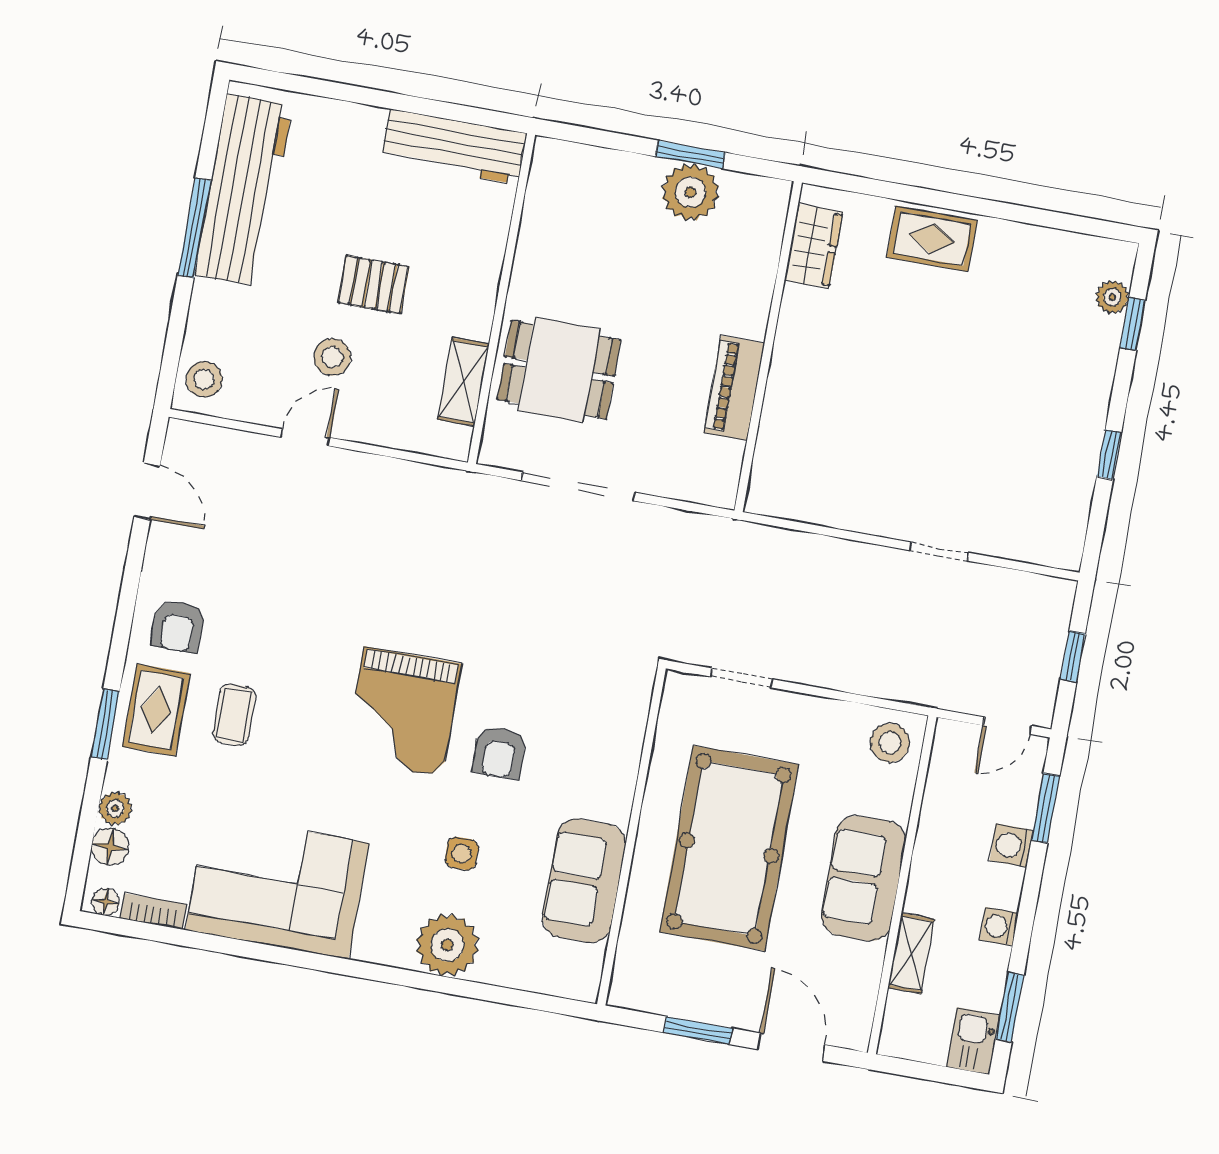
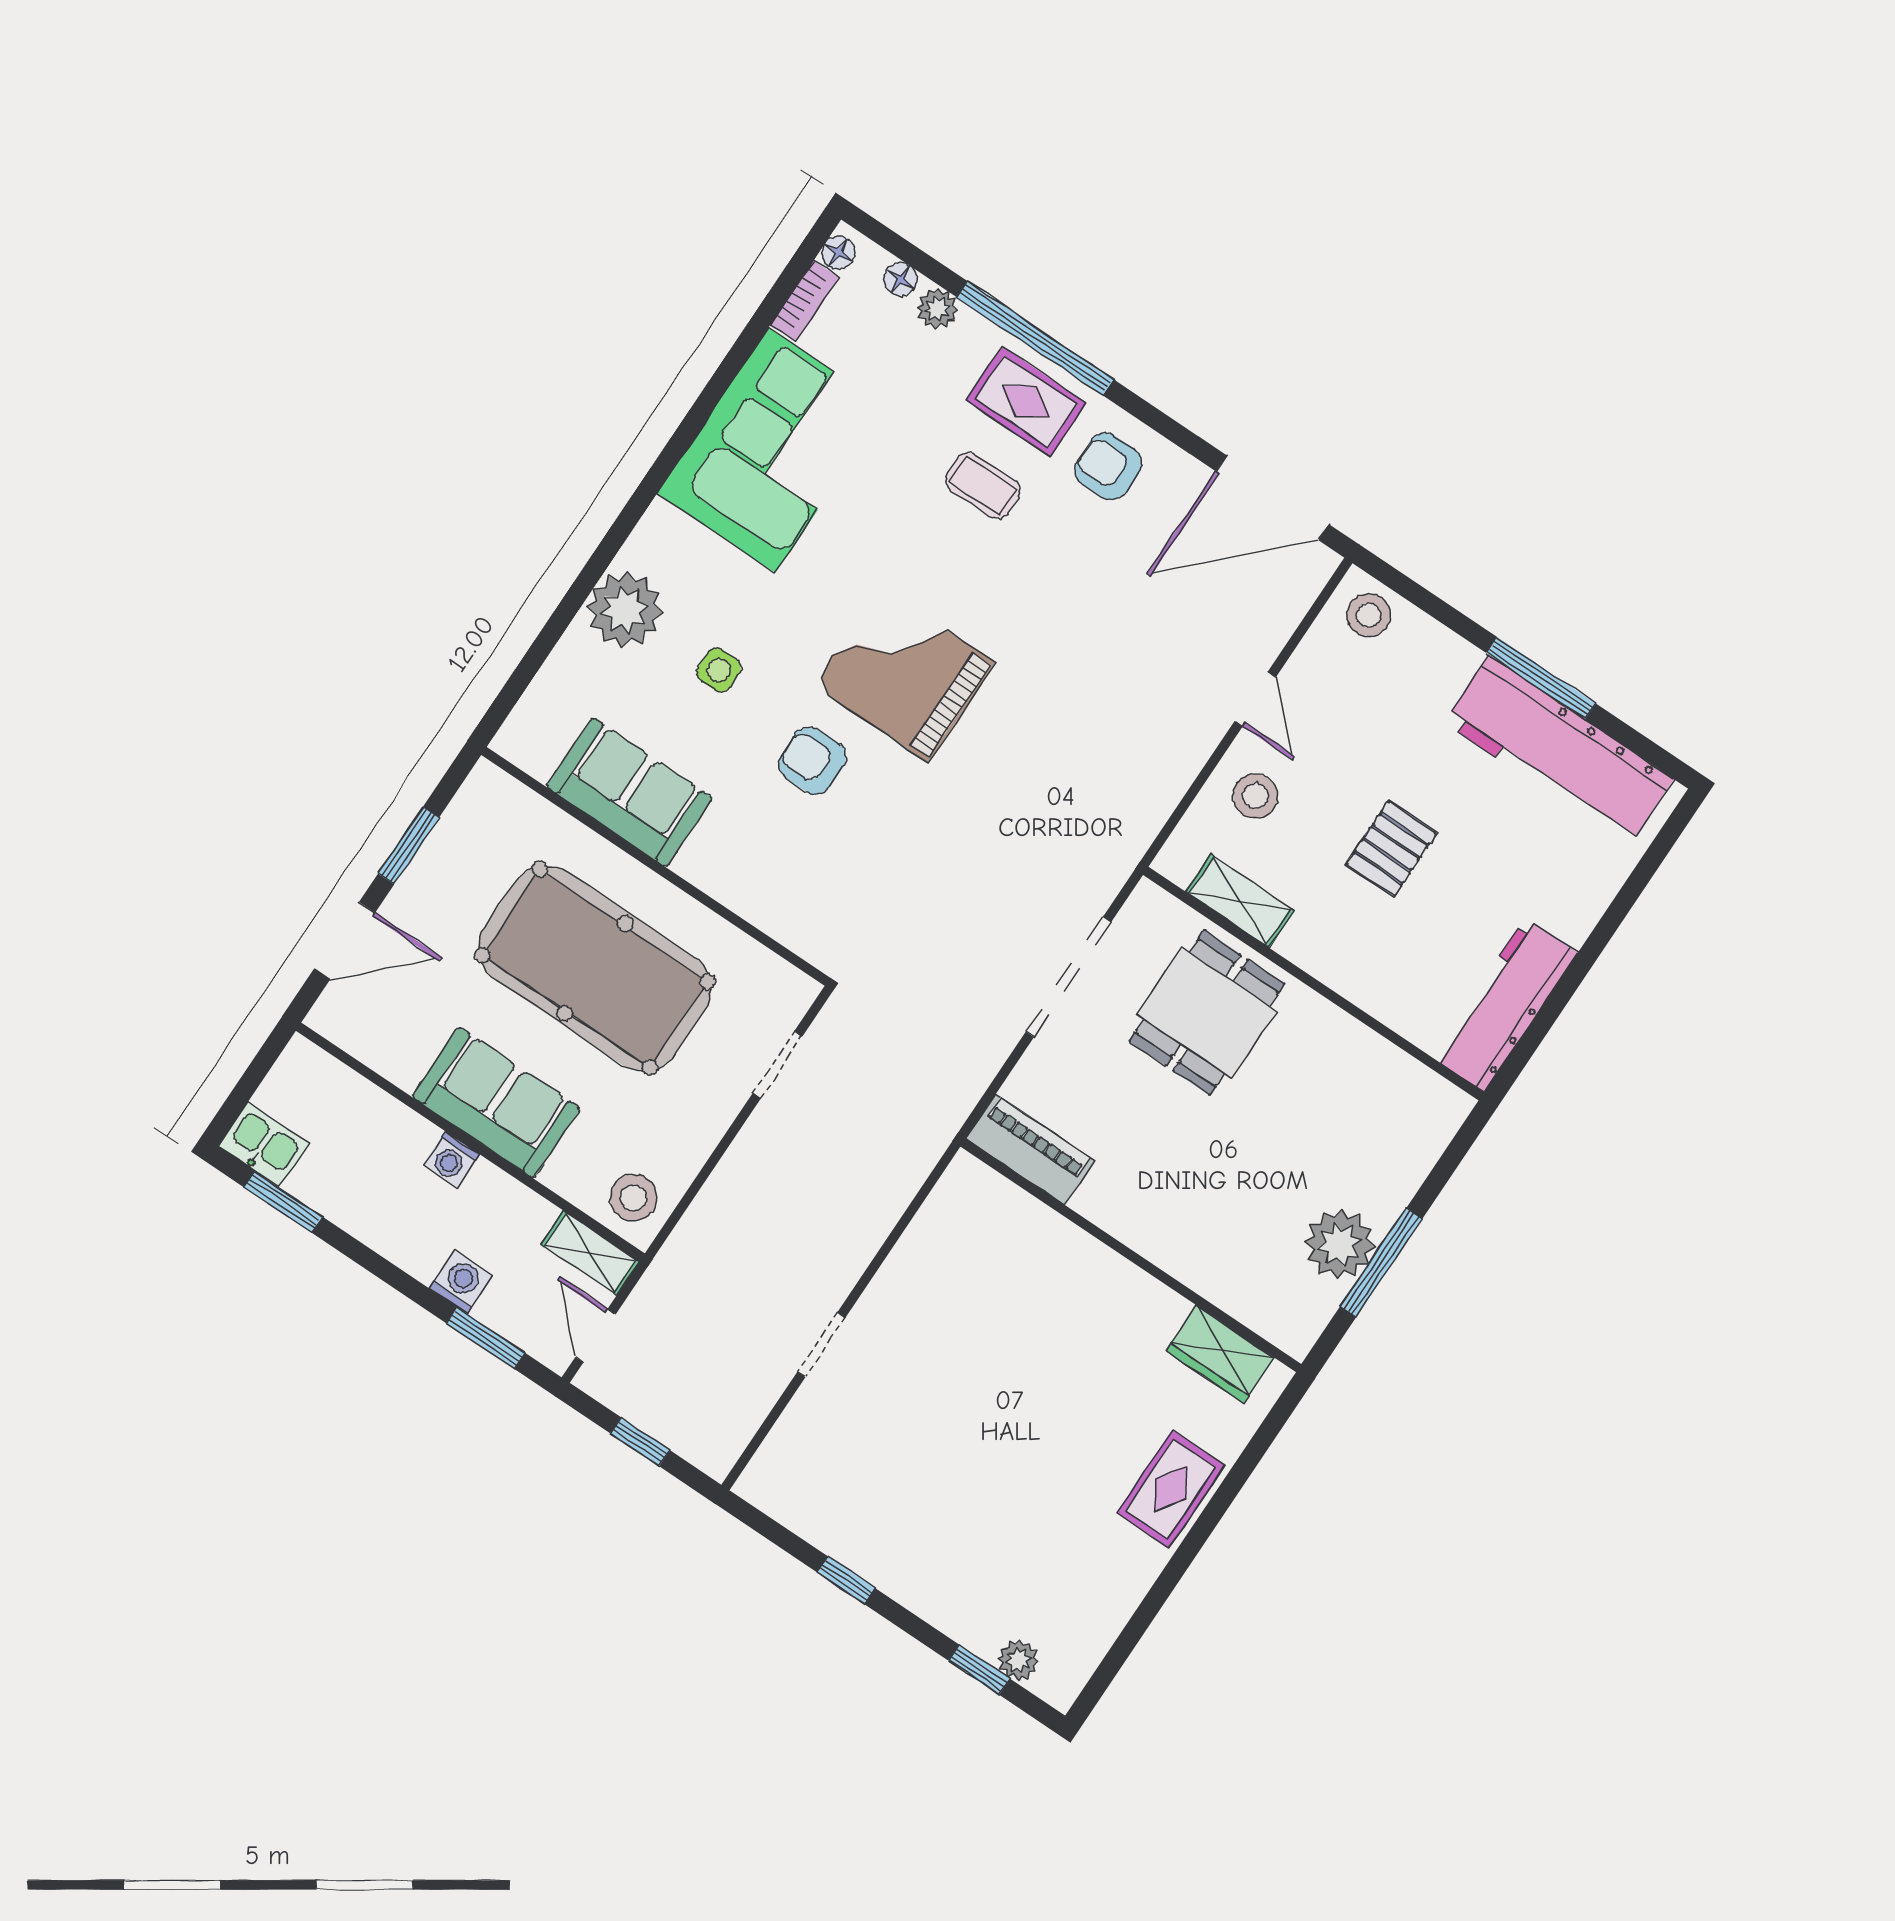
window: (690, 154) -> (1381, 1263), width x1.44
stool: (332, 357) -> (1255, 796), moved
piano: (734, 388) -> (1030, 1150), moved
door: (147, 491) -> (1273, 498), width x1.88
window: (105, 724) -> (1035, 338), width x2.11
floor lamp: (110, 847) -> (901, 279), width x0.73, depth x0.73
washing machine: (999, 926) -> (451, 1159), moved, turned 180
shelving: (911, 953) -> (590, 1253), moved

